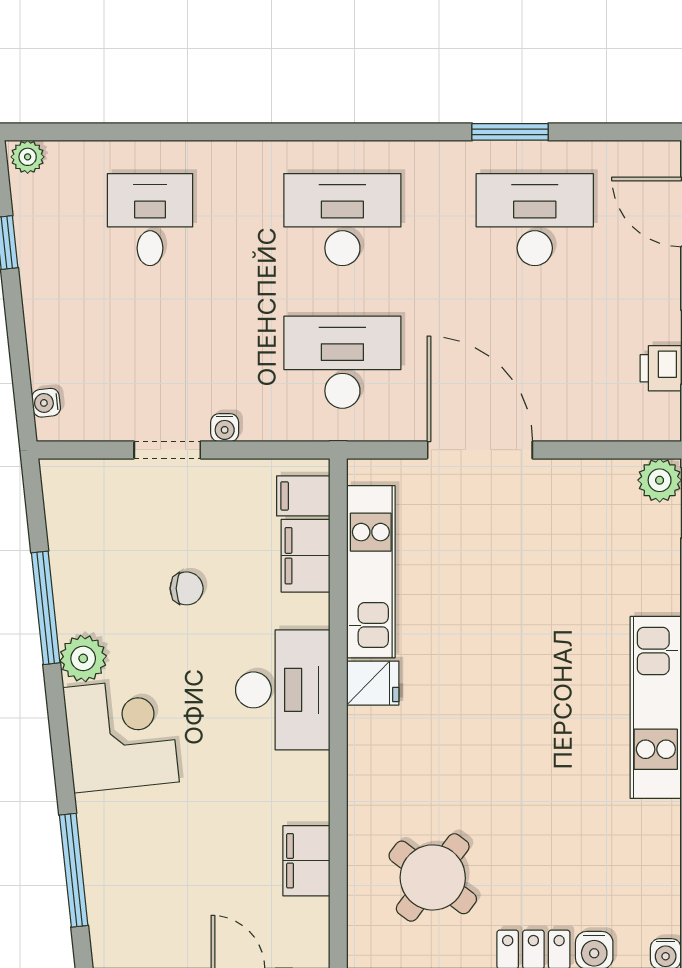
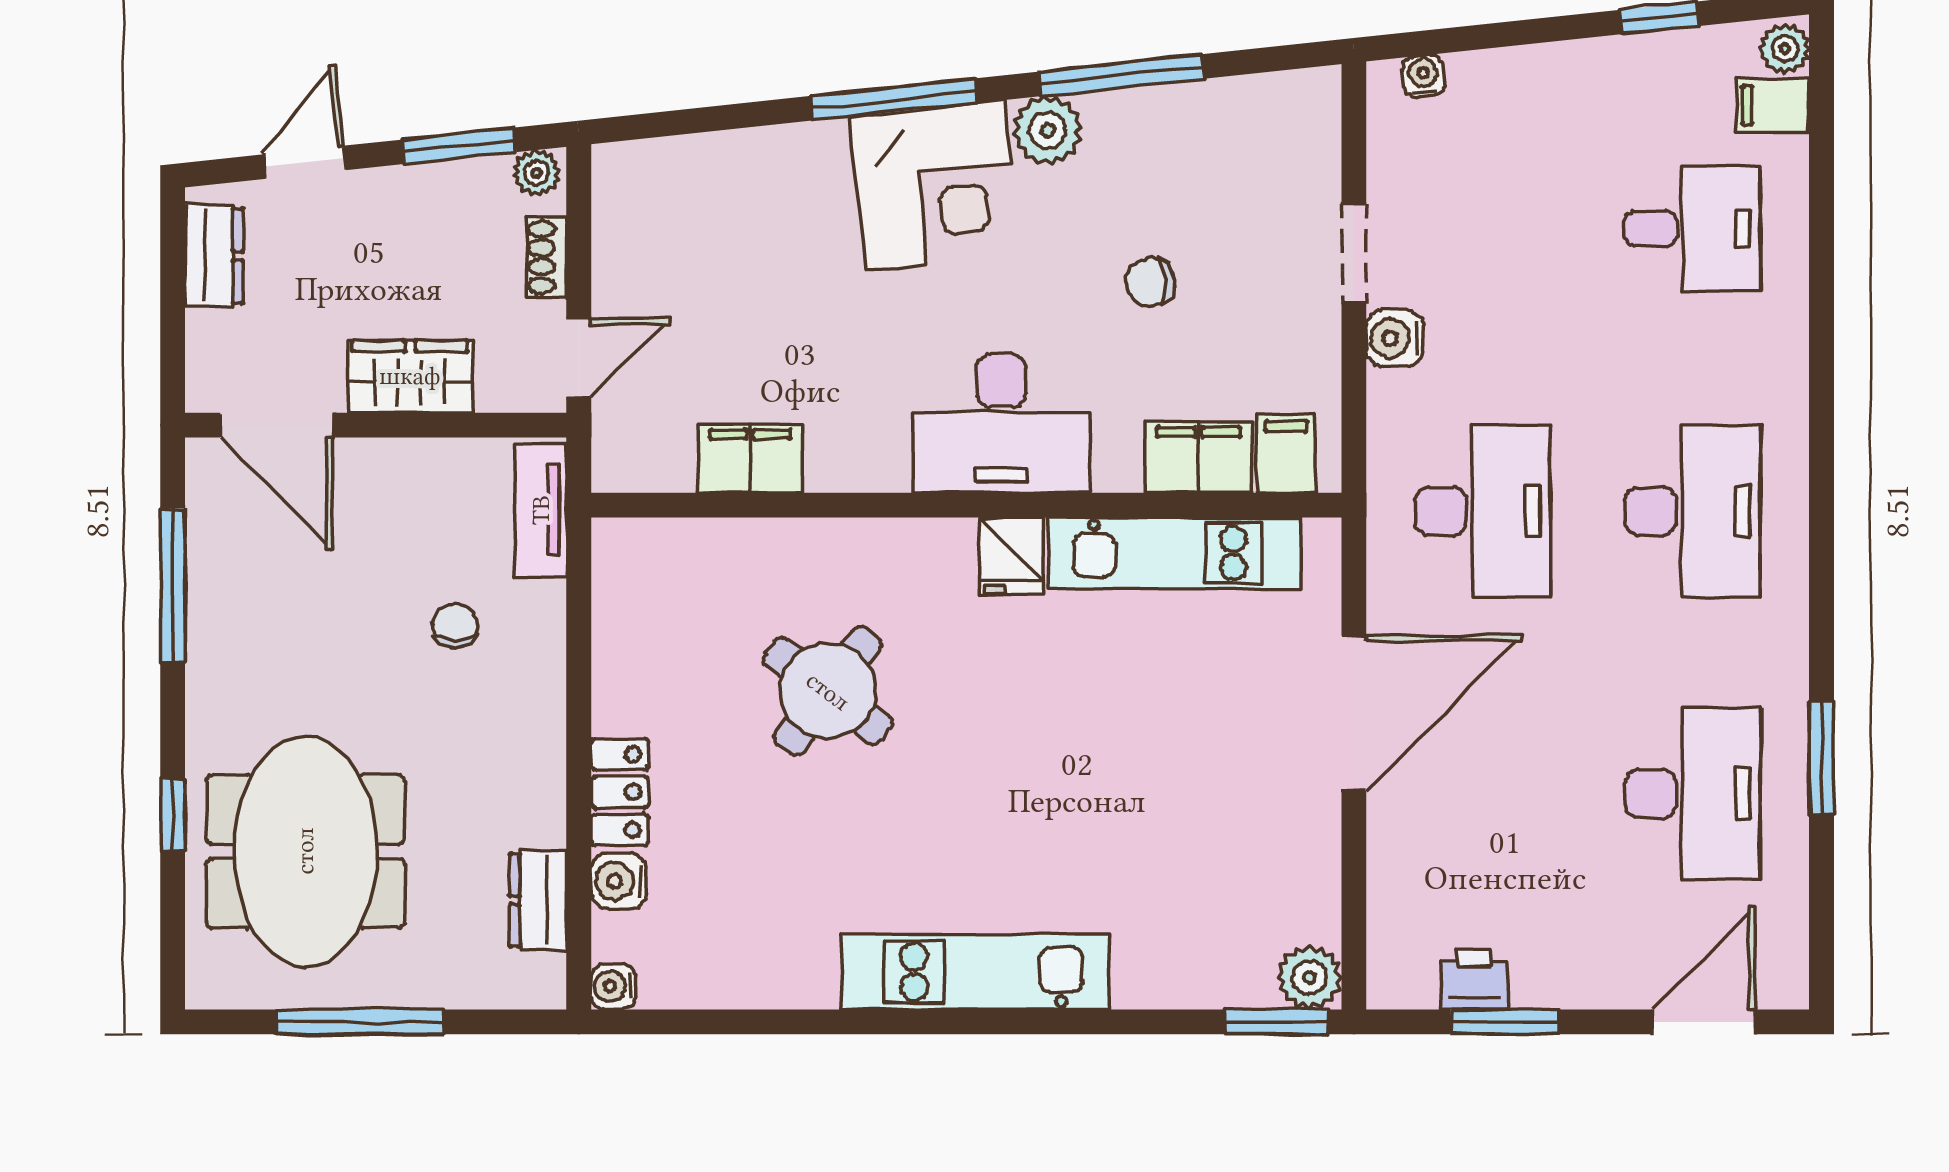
filing cabinet: (66, 165) -> (1773, 105), added
water cooler: (225, 428) -> (1395, 338), width x1.38, depth x1.38
chair: (187, 588) -> (1150, 282), turned 84
window: (74, 870) -> (894, 99), moved
round table: (433, 877) -> (828, 691), moved

